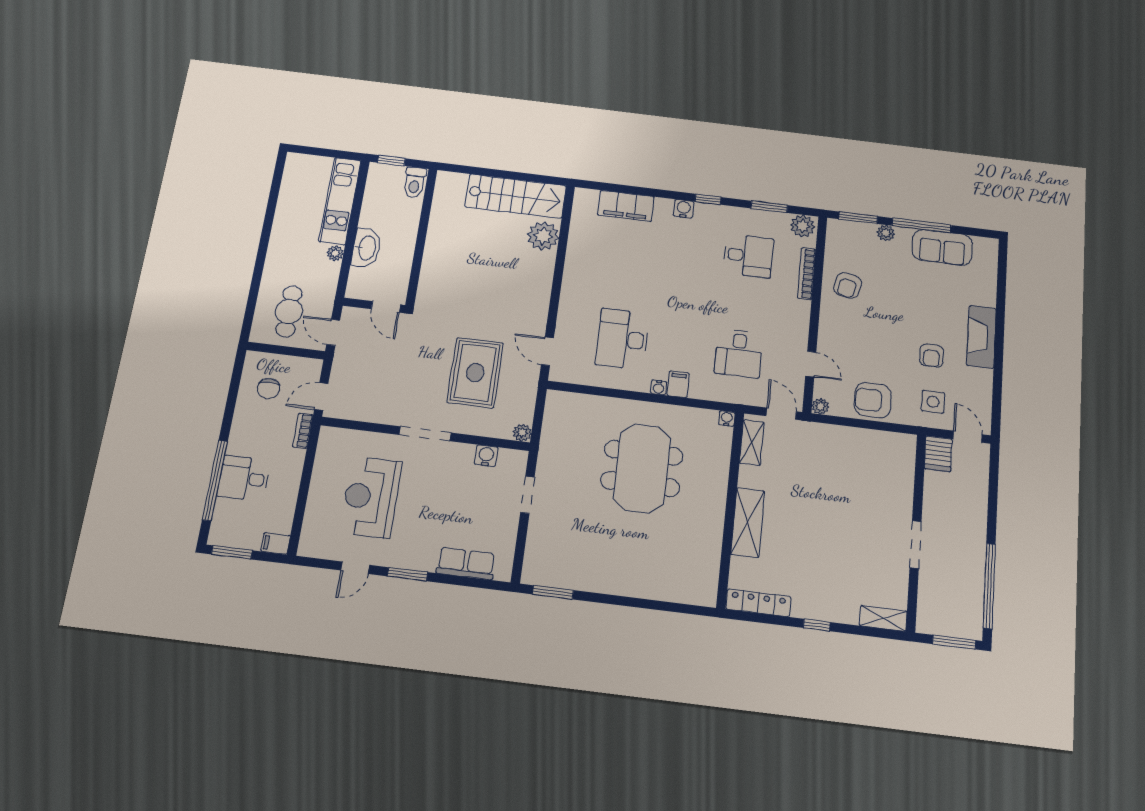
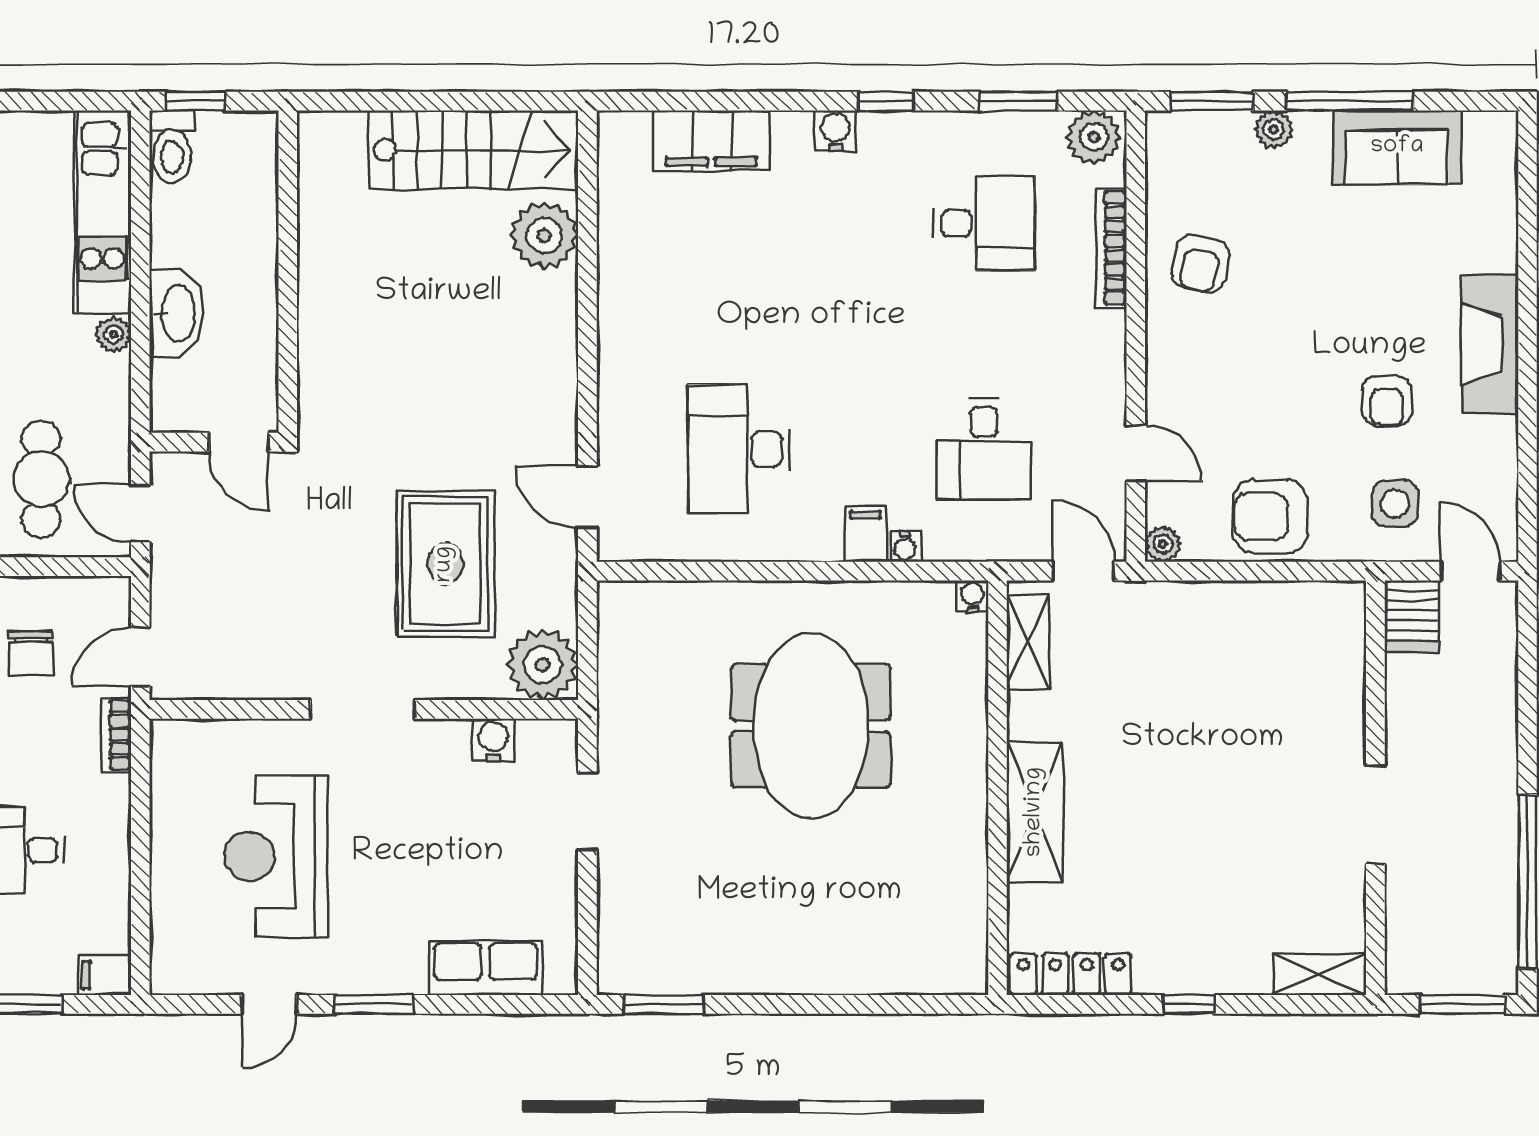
toilet: (415, 183) -> (172, 147), moved
water cooler: (659, 387) -> (905, 547), moved
plant: (522, 433) -> (543, 665), width x1.87, depth x1.87

